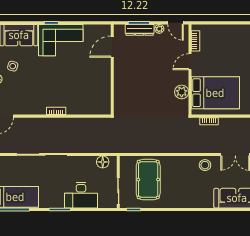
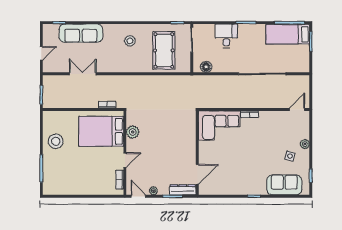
dresser: (140, 30) -> (183, 190), moved
corner sofa: (61, 40) -> (219, 126), moved, turned 180
stool: (205, 165) -> (130, 41), moved
desk: (81, 195) -> (226, 36), width x0.73

